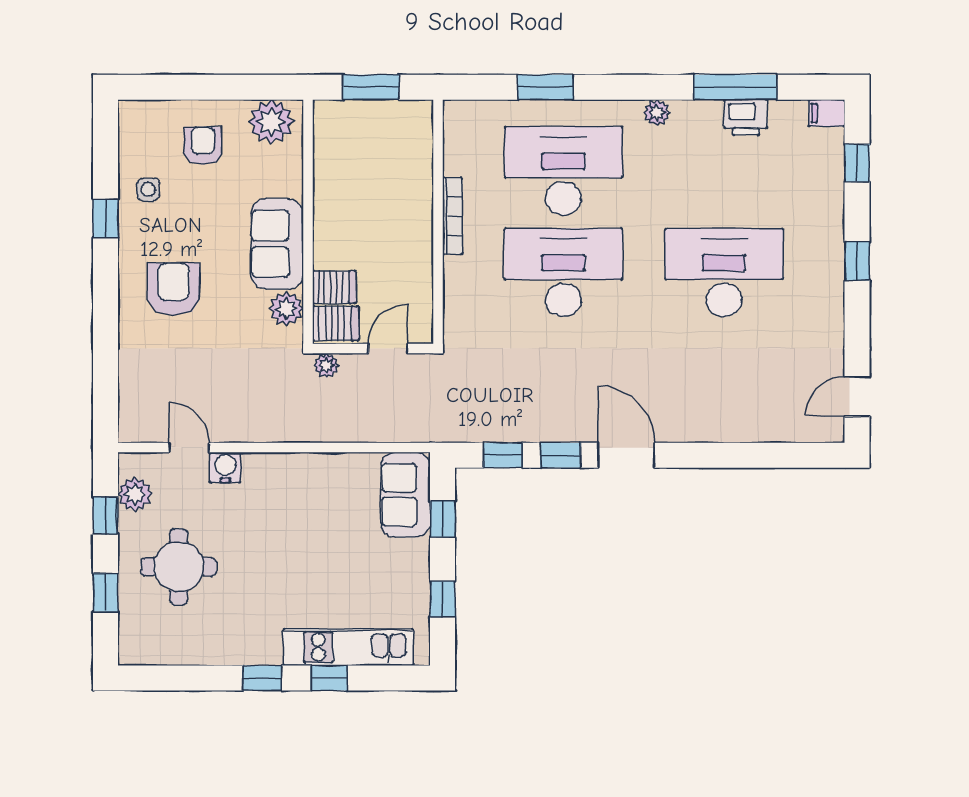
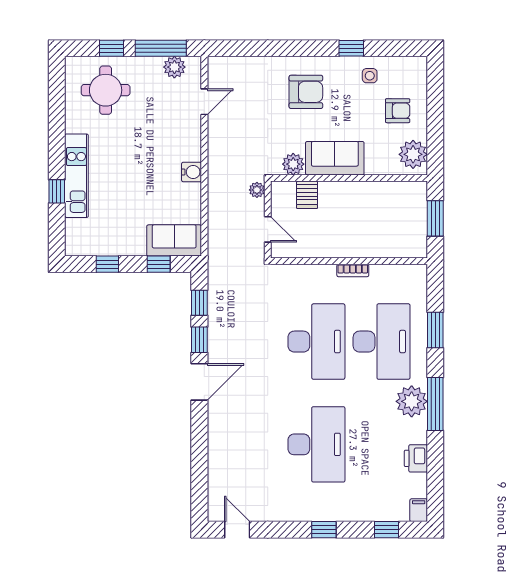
window: (735, 87) -> (435, 404), moved
plant: (657, 113) -> (412, 401), width x1.87, depth x1.87
bookcase: (452, 216) -> (353, 270), width x0.64
server rack: (336, 323) -> (284, 196), removed
water cooler: (225, 468) -> (192, 172), moved
window: (105, 516) -> (161, 48), width x2.17
round table: (179, 567) -> (106, 90), moved
kitchen unit: (348, 647) -> (76, 176), moved
window: (262, 678) -> (57, 149), removed

